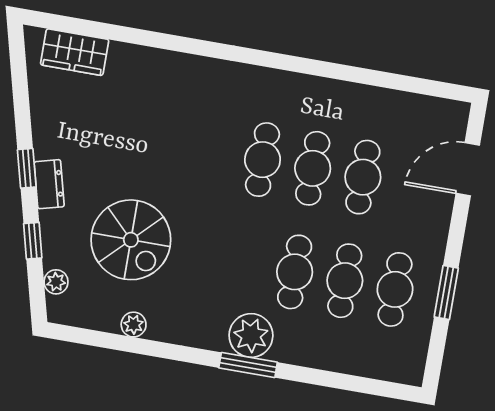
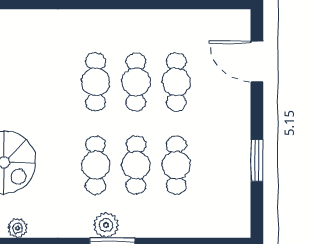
door: (468, 169) -> (257, 62), hinge flipped
cafe table: (395, 289) -> (96, 165), moved
plant: (251, 335) -> (106, 225), width x0.73, depth x0.73

